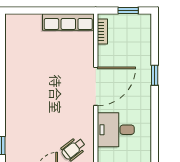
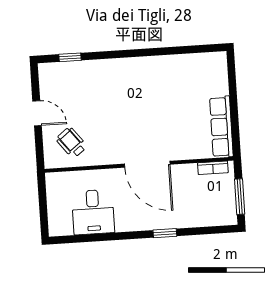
window: (128, 10) -> (240, 197), width x1.50
desk: (116, 130) -> (93, 212), moved, turned 180

